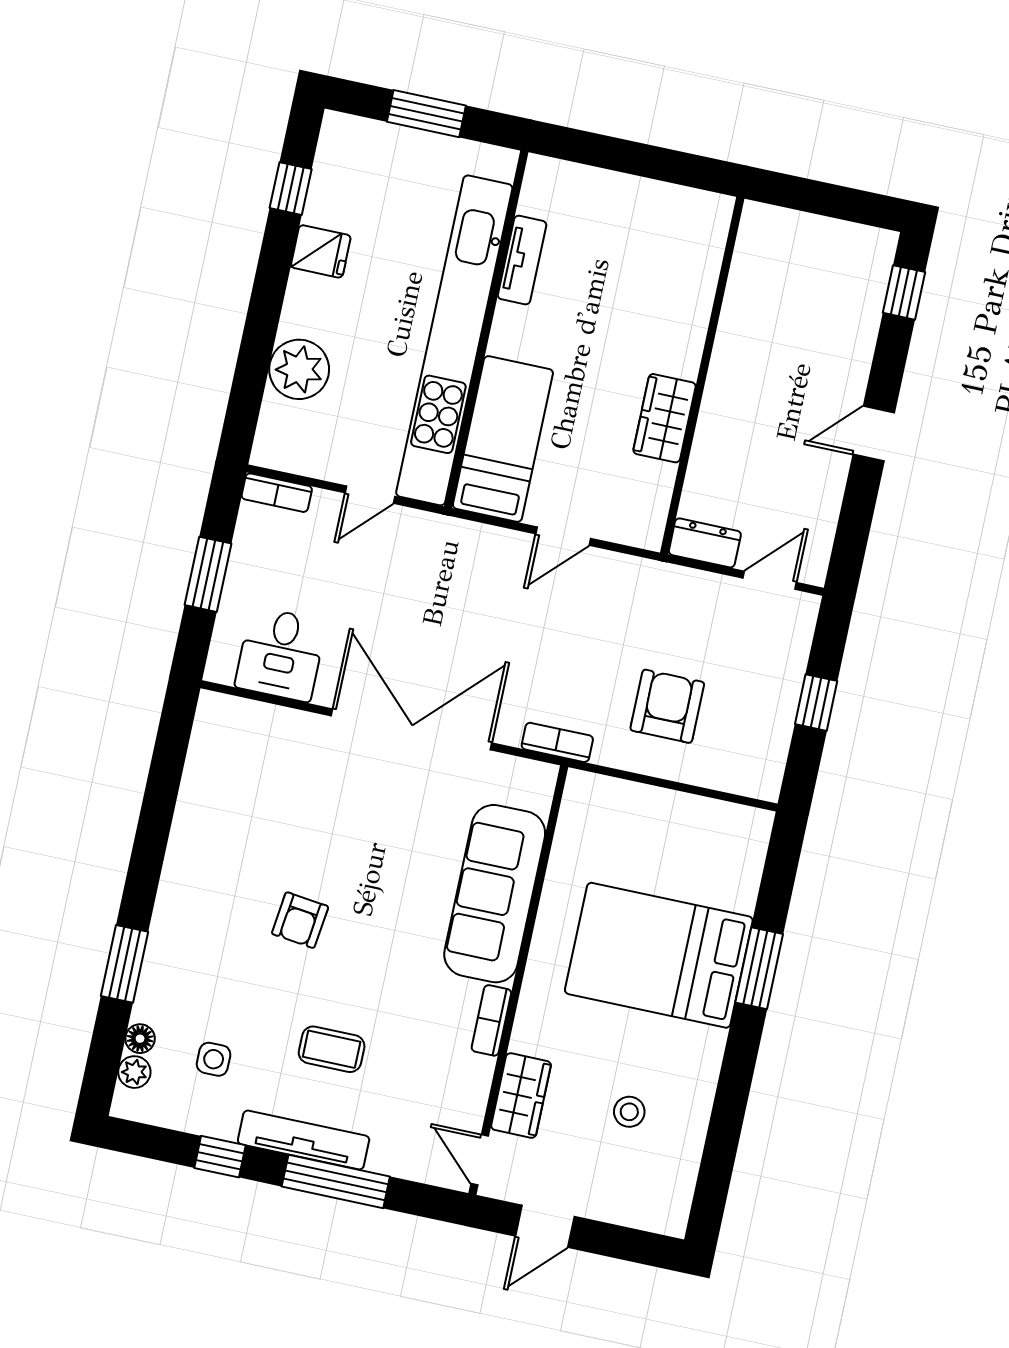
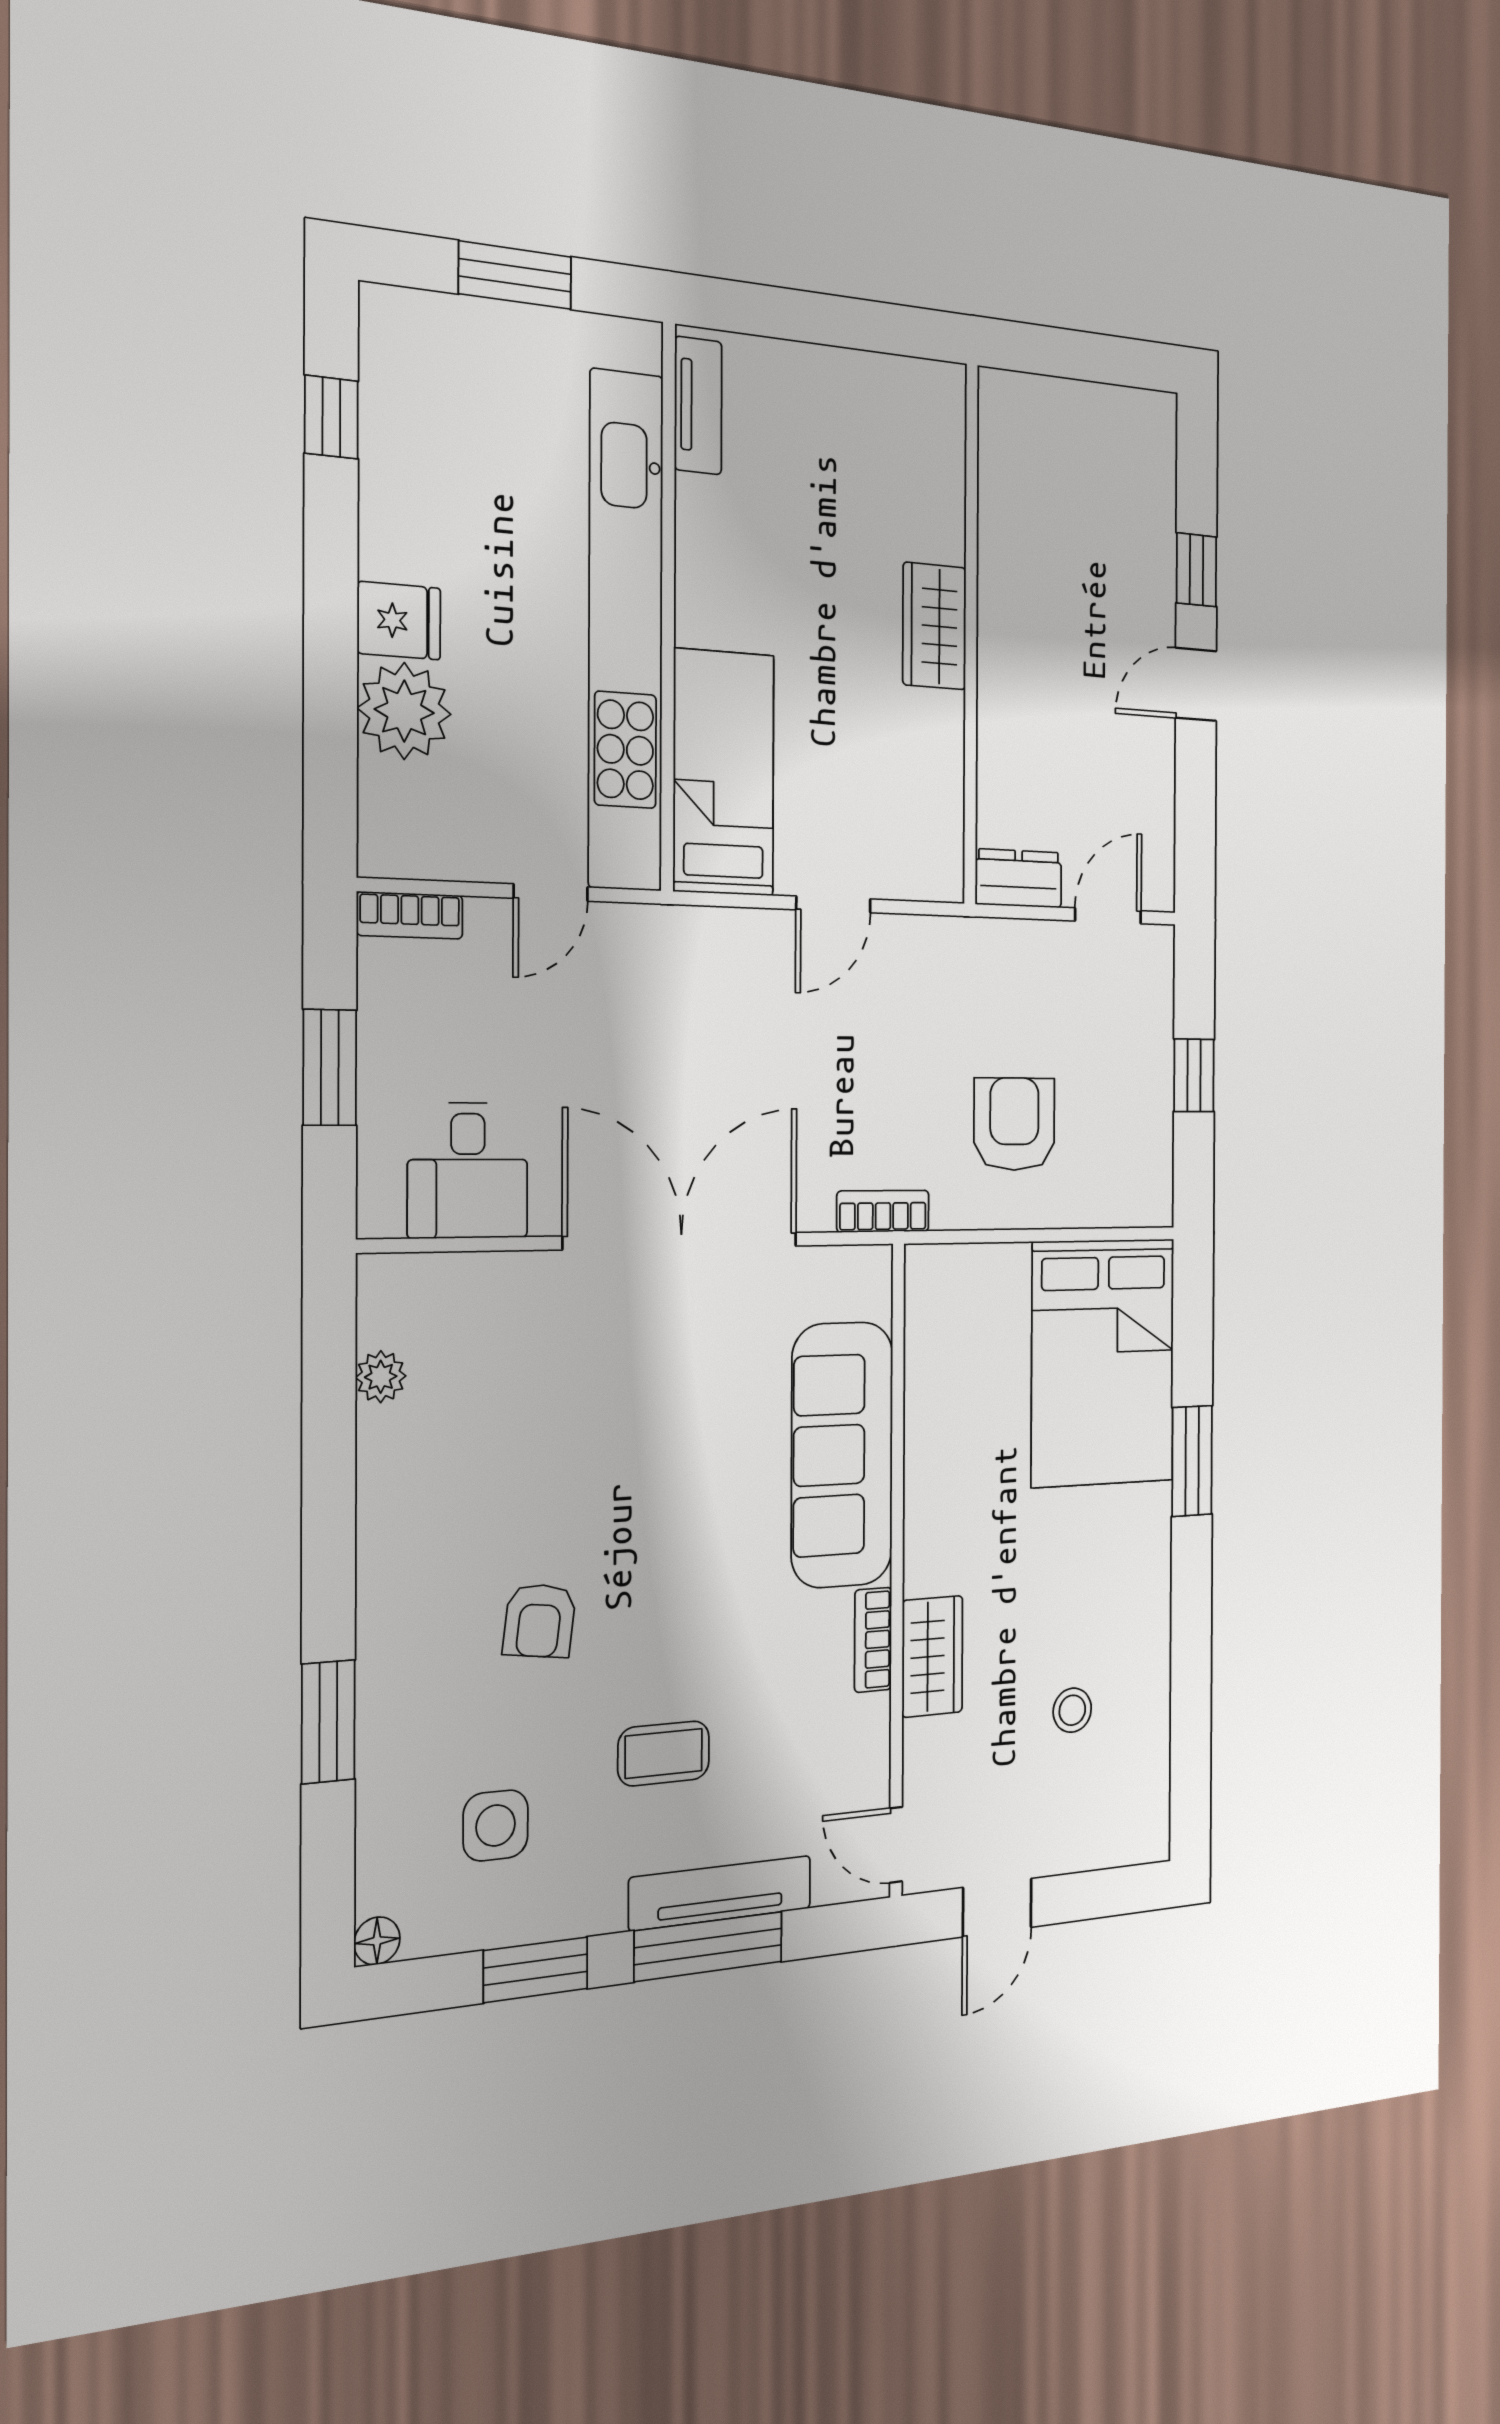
fridge: (321, 251) -> (399, 621), moved
tv unit: (522, 260) -> (698, 406), moved
window: (904, 292) -> (1196, 570), moved
wardrobe: (665, 418) -> (934, 626), moved
armchair: (300, 920) -> (539, 1621), moved
bed: (659, 955) -> (1103, 1362), moved, turned -90
floor lamp: (140, 1039) -> (377, 1941), moved
side table: (214, 1059) -> (496, 1825), width x1.37, depth x1.37
plant: (134, 1072) -> (381, 1377), moved
wardrobe: (521, 1096) -> (932, 1656), moved
tv unit: (304, 1140) -> (720, 1893), moved
window: (220, 1157) -> (536, 1970), width x1.50

